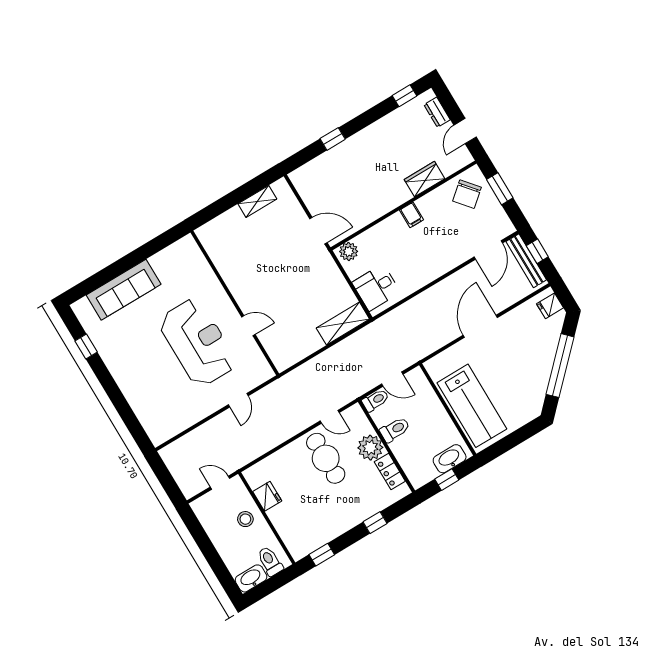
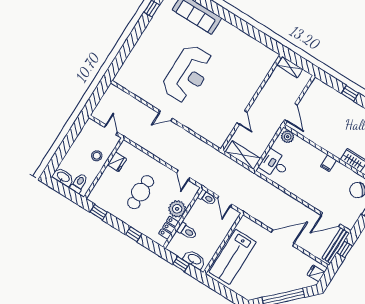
wall: (235, 303) -> (251, 102), moved
door: (248, 326) -> (242, 117), moved
toilet: (395, 430) -> (187, 231), moved
cafe table: (326, 458) -> (141, 192), moved

